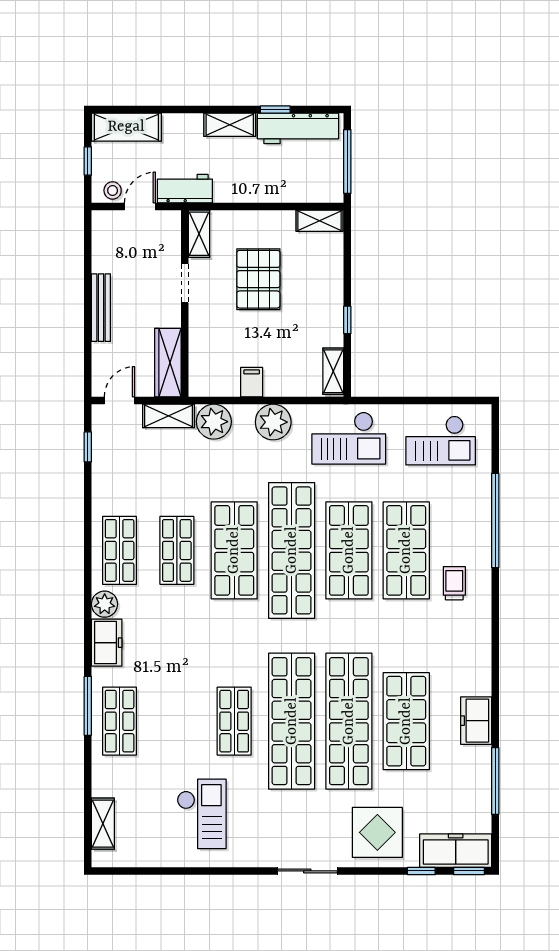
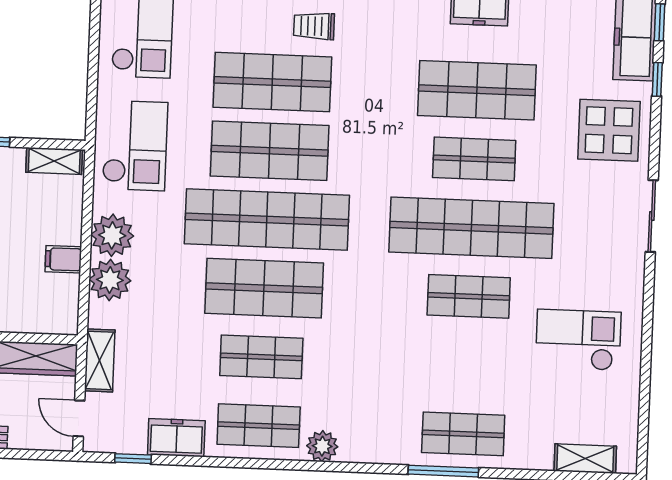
plant: (214, 422) -> (110, 280), moved
freezer: (107, 643) -> (176, 438), moved
shop shelf: (349, 721) -> (474, 159), width x0.50, depth x0.74

